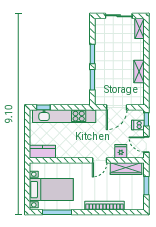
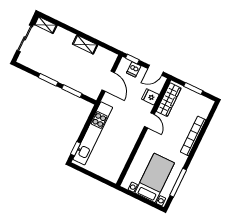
kitchen counter: (42, 152) -> (116, 169), removed

